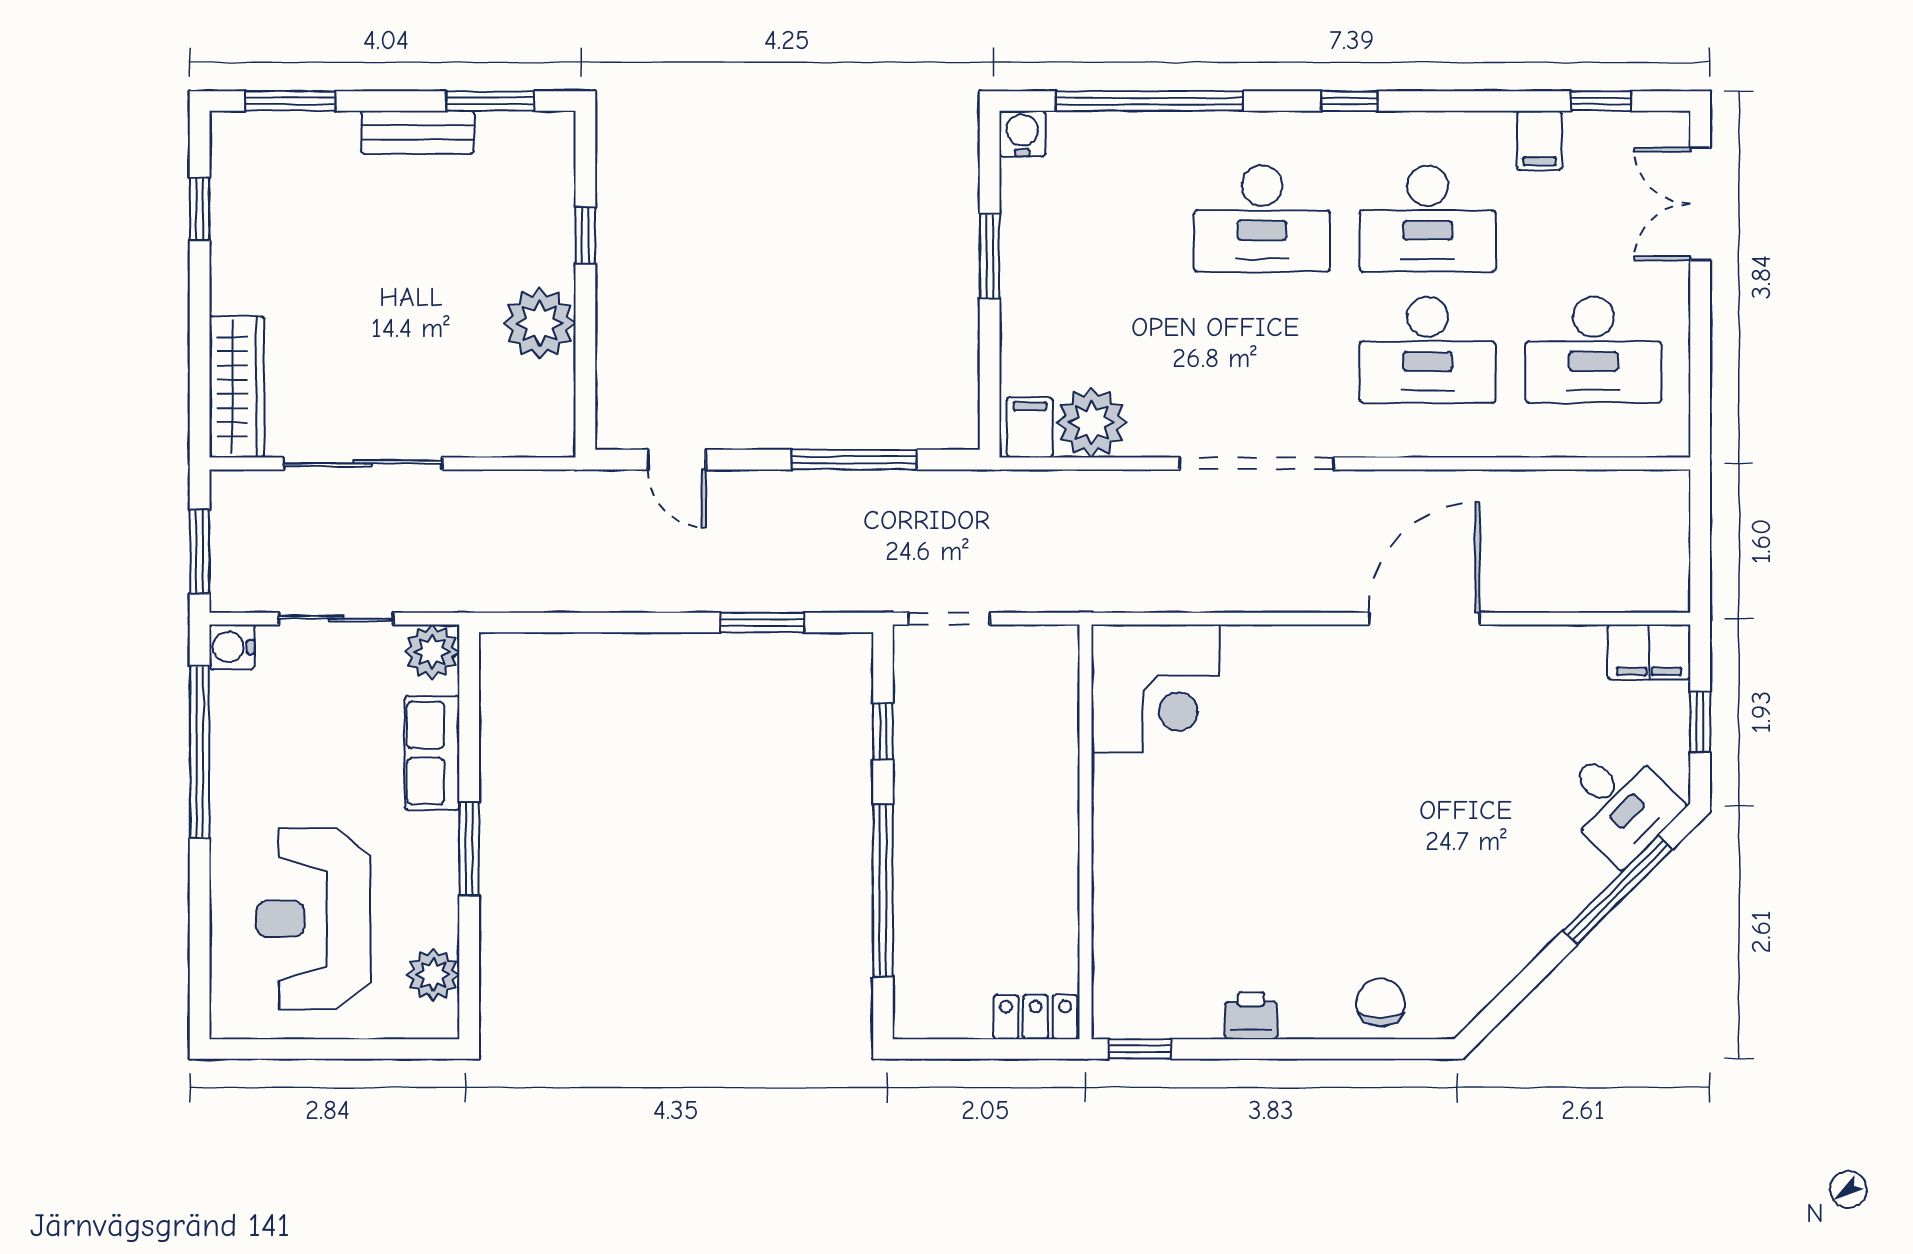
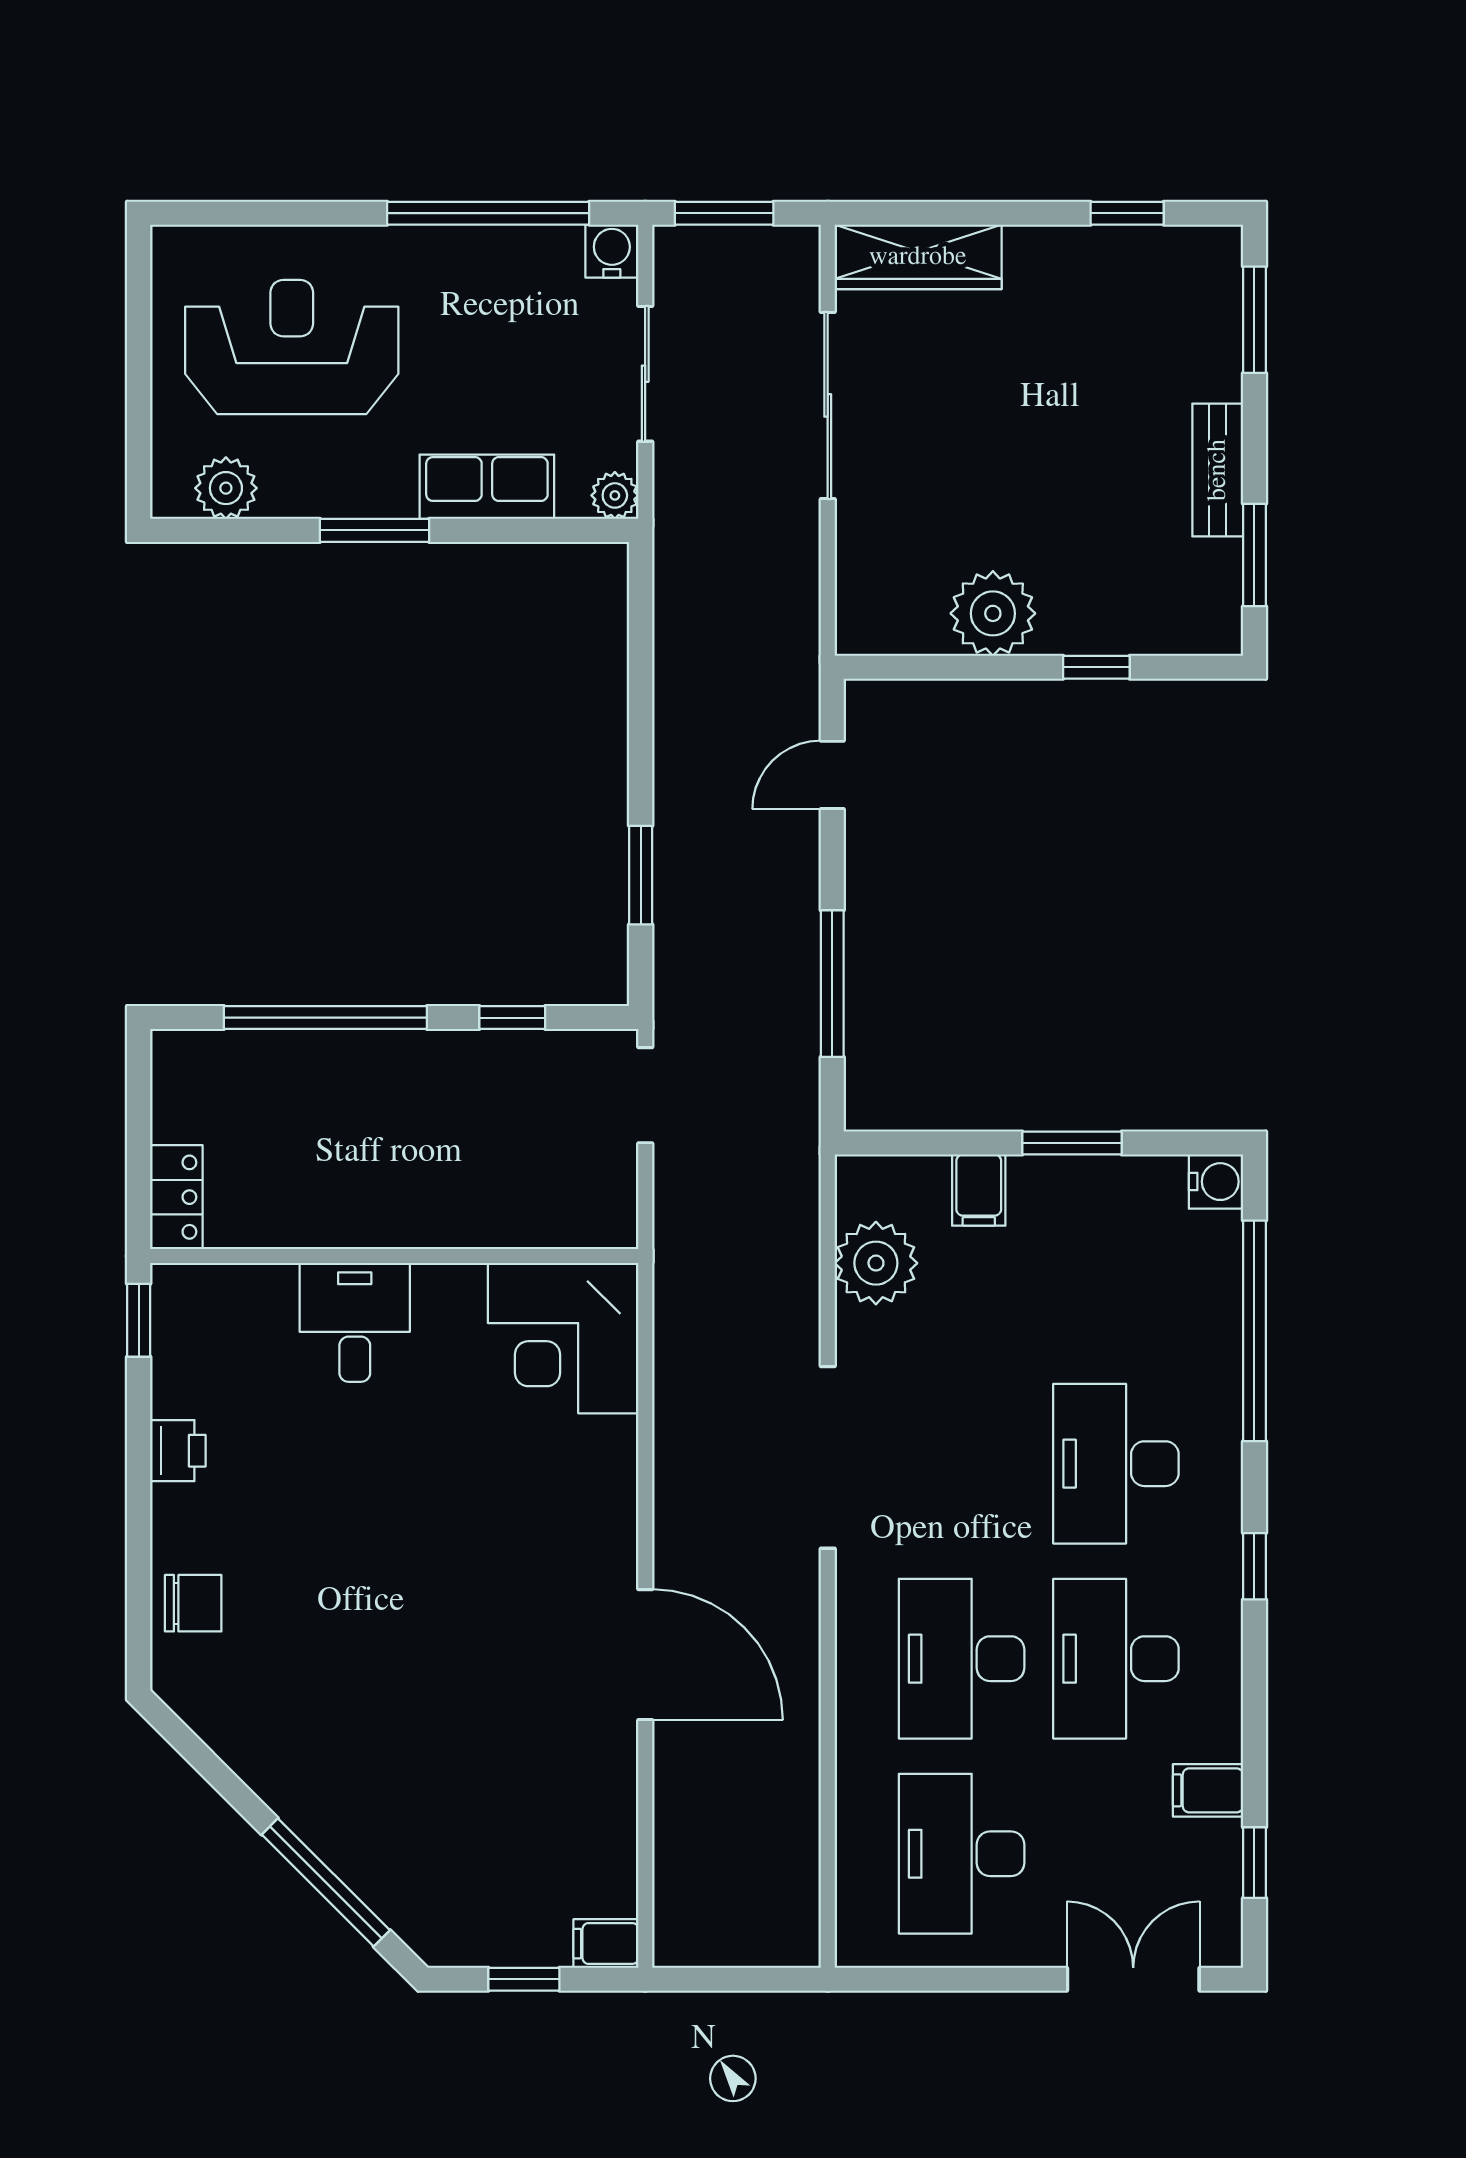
filing cabinet: (1030, 427) -> (979, 1190), moved, turned 90
plant: (432, 652) -> (615, 495), width x0.73, depth x0.73
filing cabinet: (1649, 652) -> (606, 1944), width x0.50
desk: (1619, 803) -> (355, 1322), moved, turned 135

